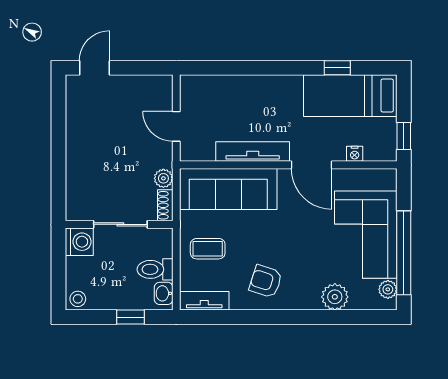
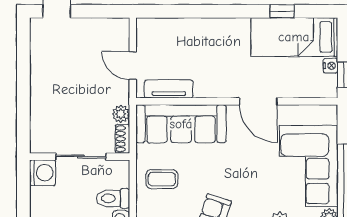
tv unit: (253, 152) -> (169, 89), moved, width x0.71
nightstand: (355, 154) -> (330, 66), moved, turned -90

